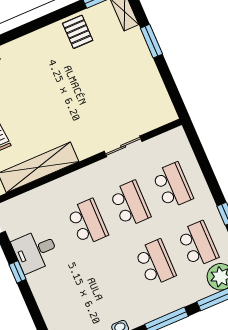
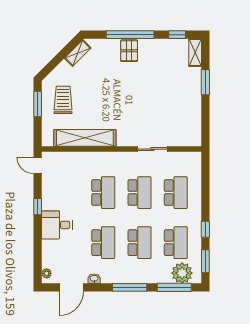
window: (39, 23) -> (130, 35), added
pallet: (78, 32) -> (129, 51), moved
desk: (35, 251) -> (57, 225), moved
school desk: (113, 281) -> (103, 243), added

